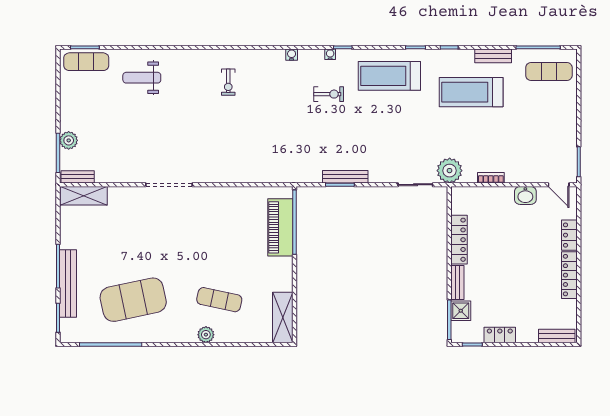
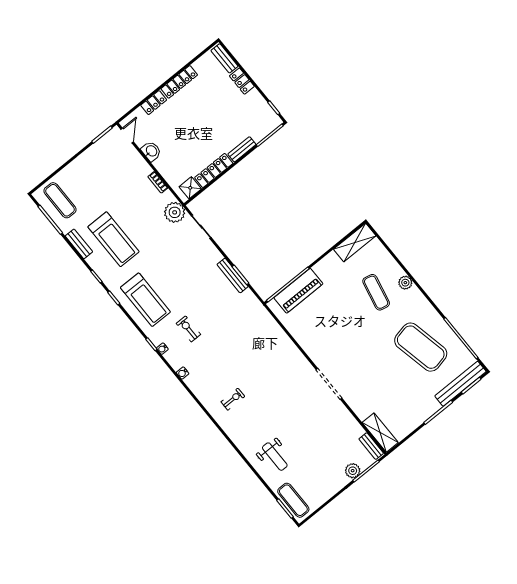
bench: (68, 283) -> (460, 384), moved
shower: (461, 311) -> (190, 188), moved
locker: (500, 335) -> (242, 81), moved

